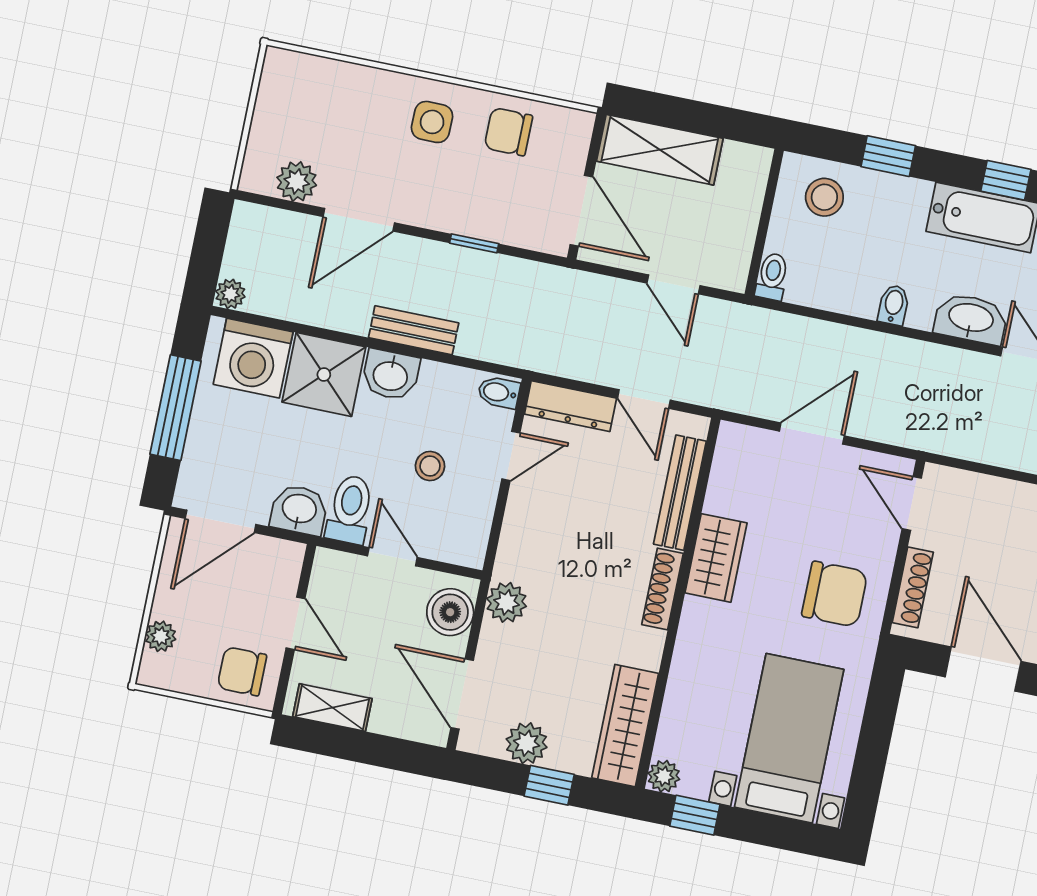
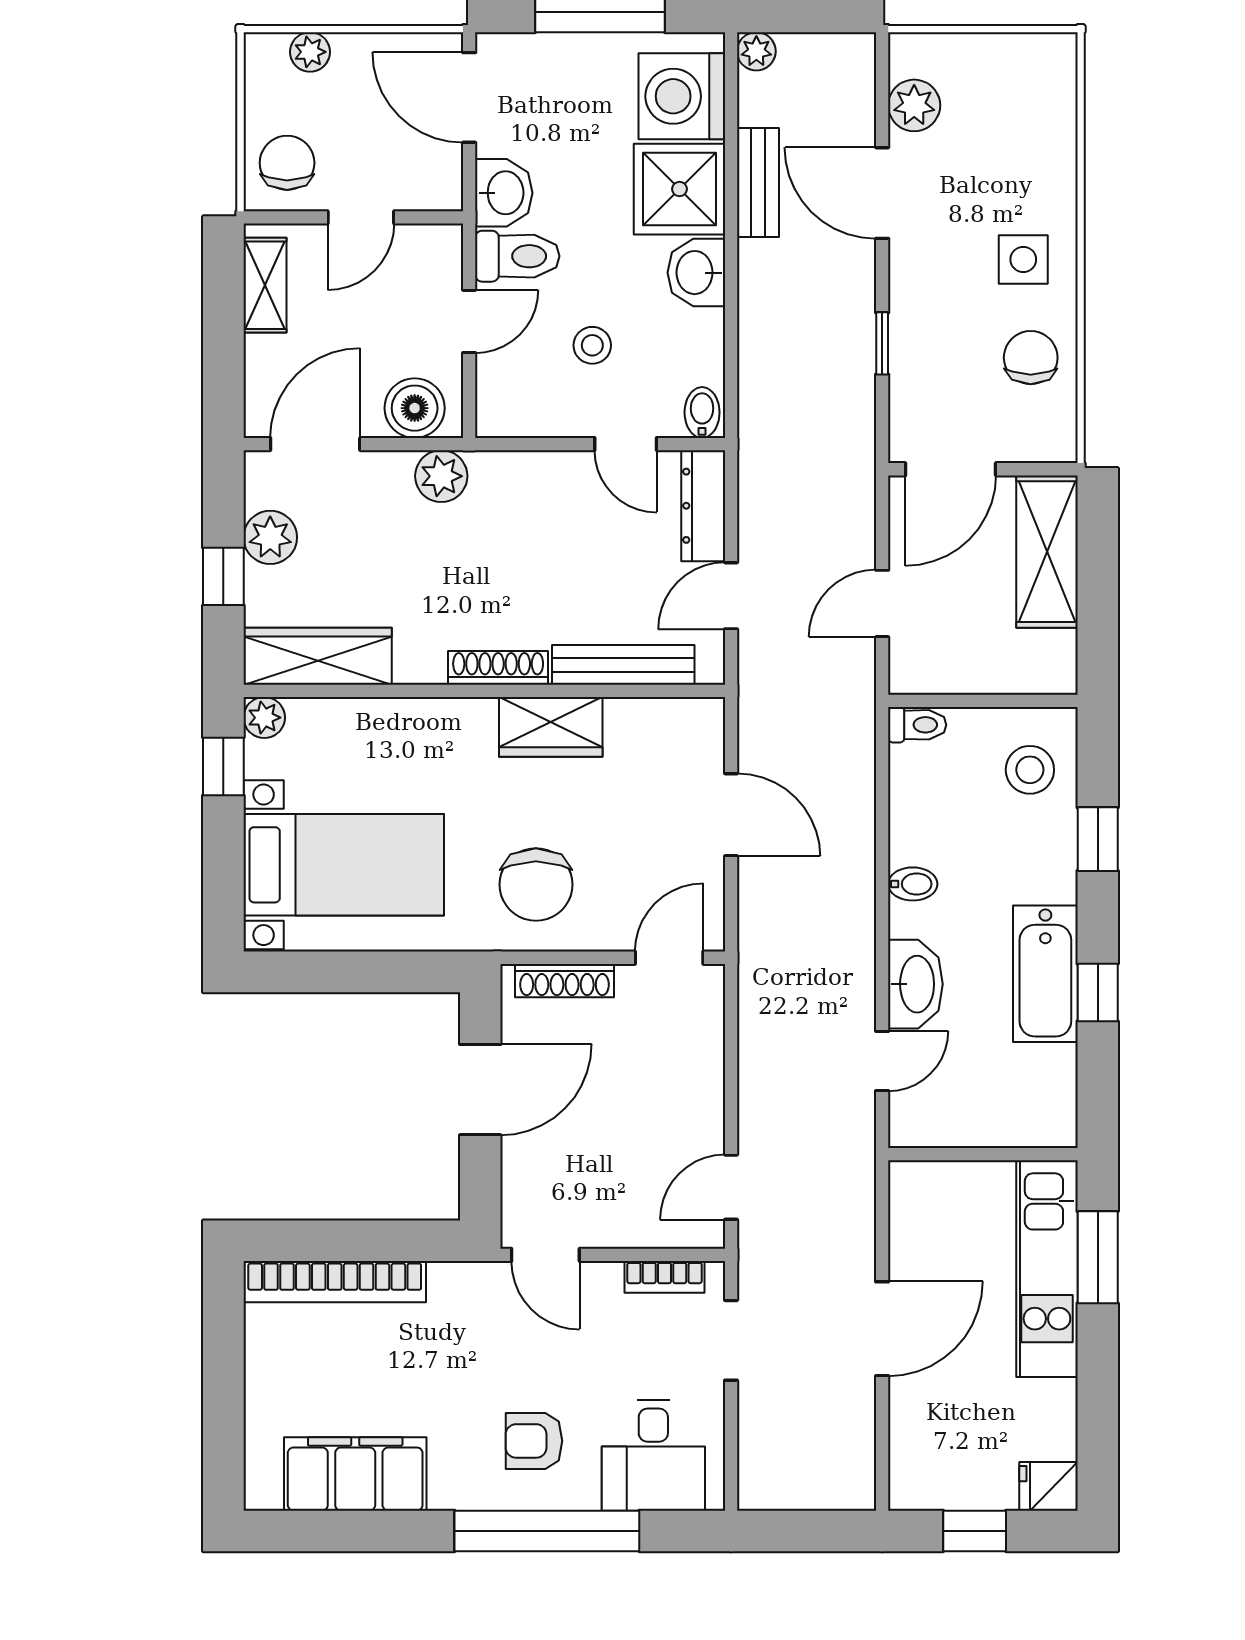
bench: (414, 330) -> (758, 183), moved

